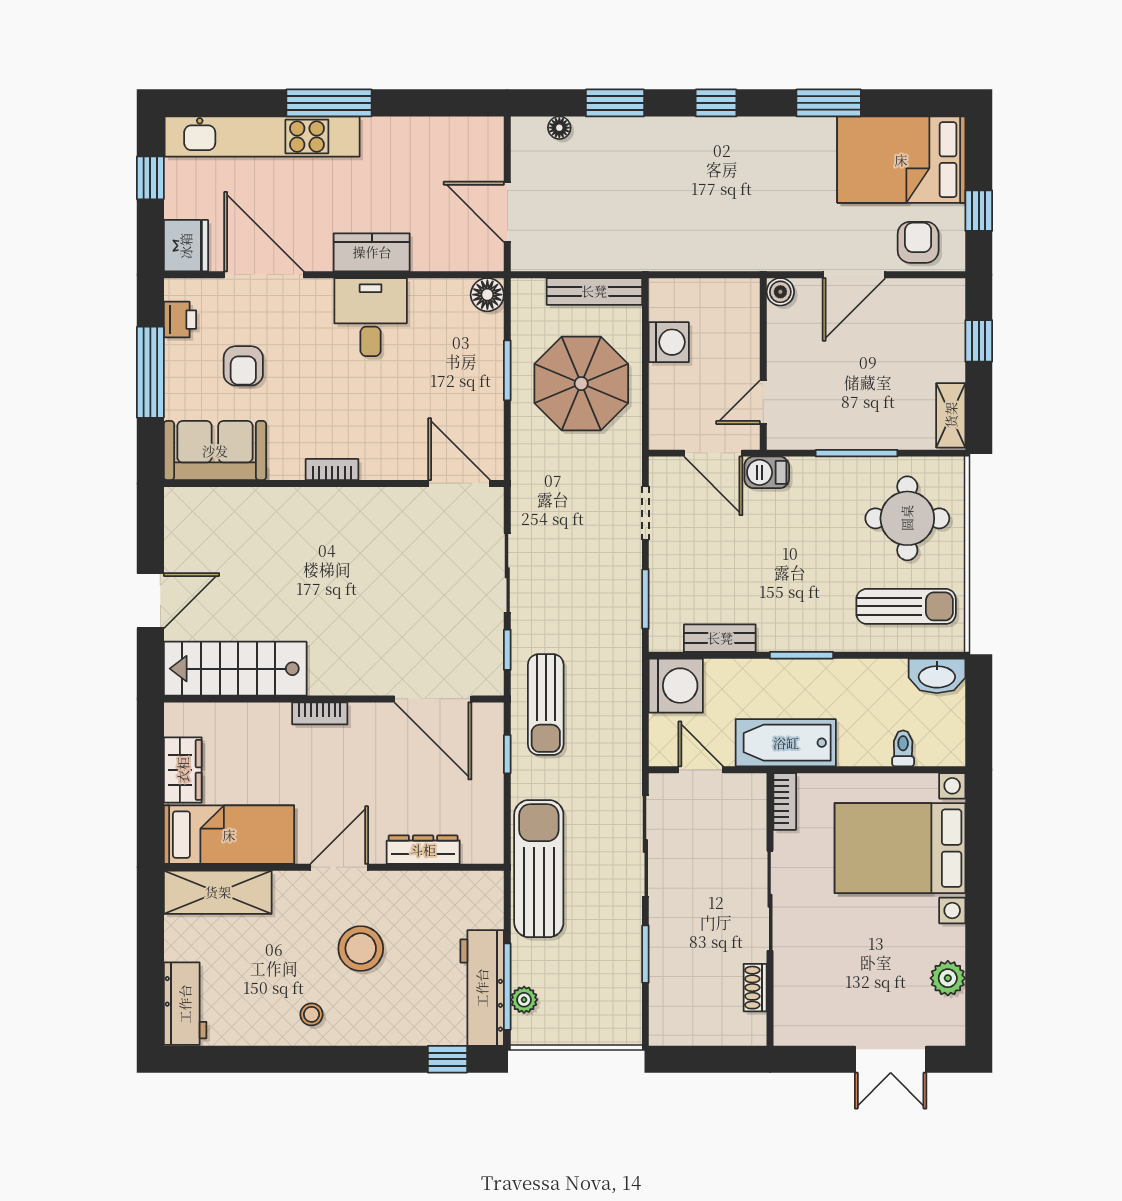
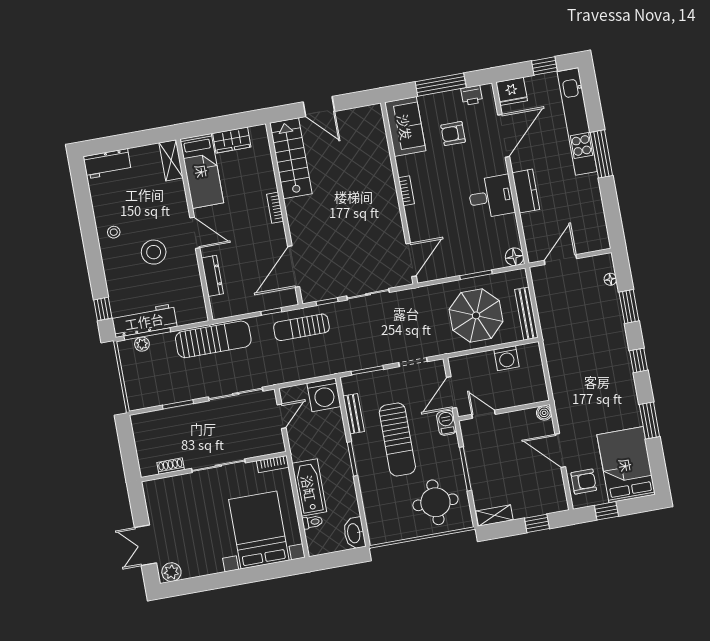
sun lounger: (906, 606) -> (397, 440), moved, width x1.36, depth x1.34
bathtub: (786, 743) -> (309, 488), moved
shelving: (218, 892) -> (171, 160), width x0.67, depth x0.75
plant: (948, 978) -> (171, 572), moved

